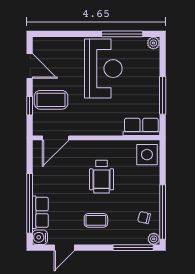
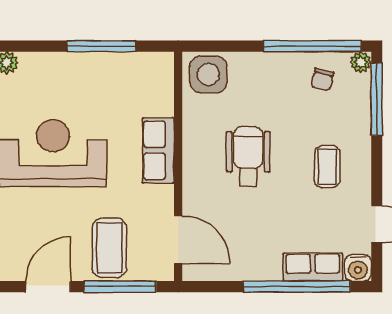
window: (30, 106) -> (120, 287), width x2.17
row of seats: (141, 127) -> (158, 150), moved
wheelchair: (102, 177) -> (248, 156), turned -90

